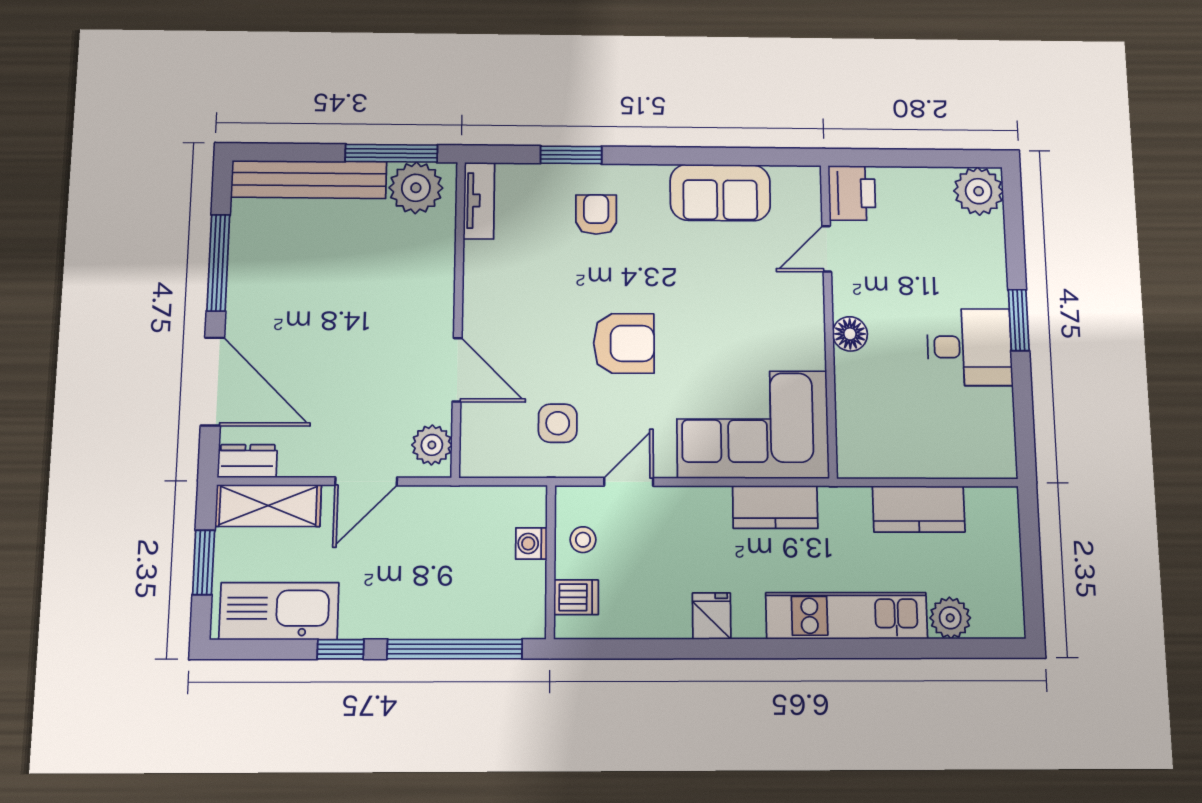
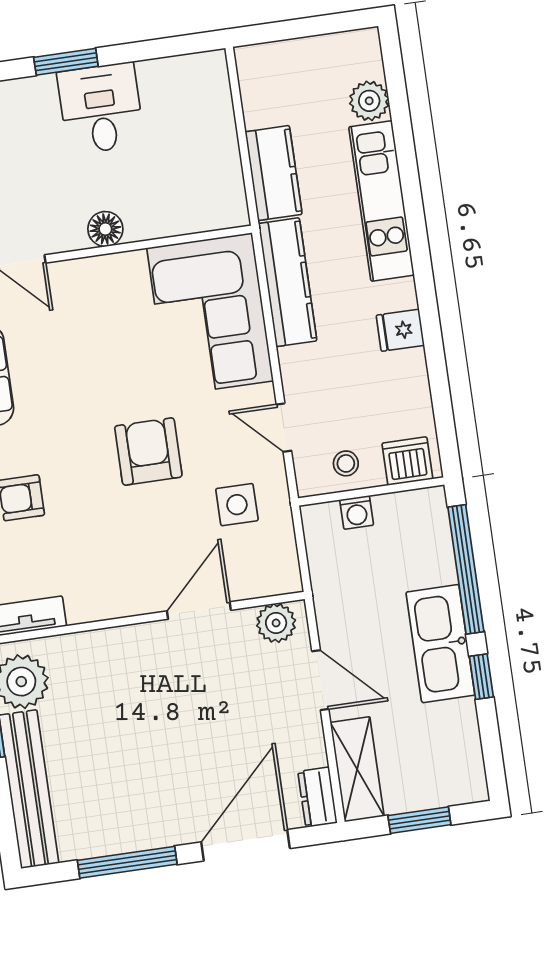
kitchen counter: (775, 507) -> (288, 282), width x1.50
kitchen counter: (919, 509) -> (274, 173), moved
dishwasher: (576, 597) -> (407, 461), width x1.38
kitchen sink: (279, 611) -> (440, 644), moved

